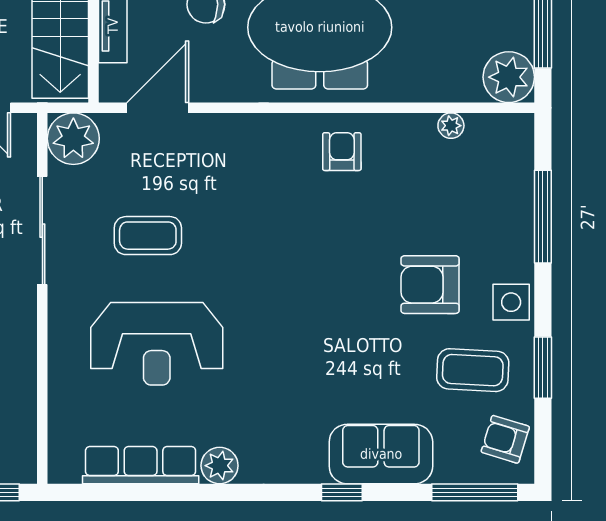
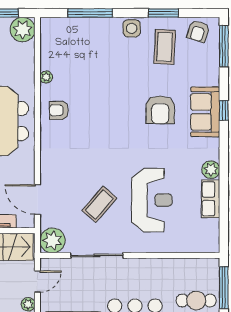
plant: (451, 126) -> (46, 77), moved
coffee table: (148, 236) -> (99, 204), turned 41
armchair: (430, 285) -> (160, 110), moved
sofa: (381, 454) -> (205, 112), moved
row of seats: (141, 465) -> (211, 199), width x0.68

